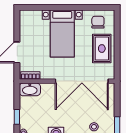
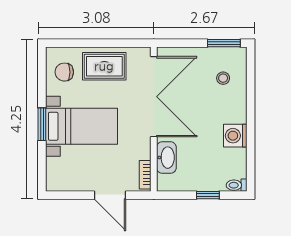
window: (64, 7) -> (42, 124), added
washbasin: (30, 89) -> (166, 158), moved

